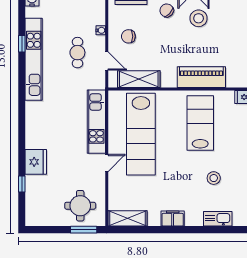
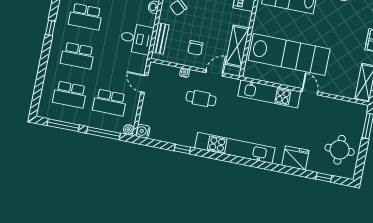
kitchen unit: (34, 59) -> (235, 148), moved
window: (22, 184) -> (324, 177), moved
round table: (80, 206) -> (340, 150), moved

